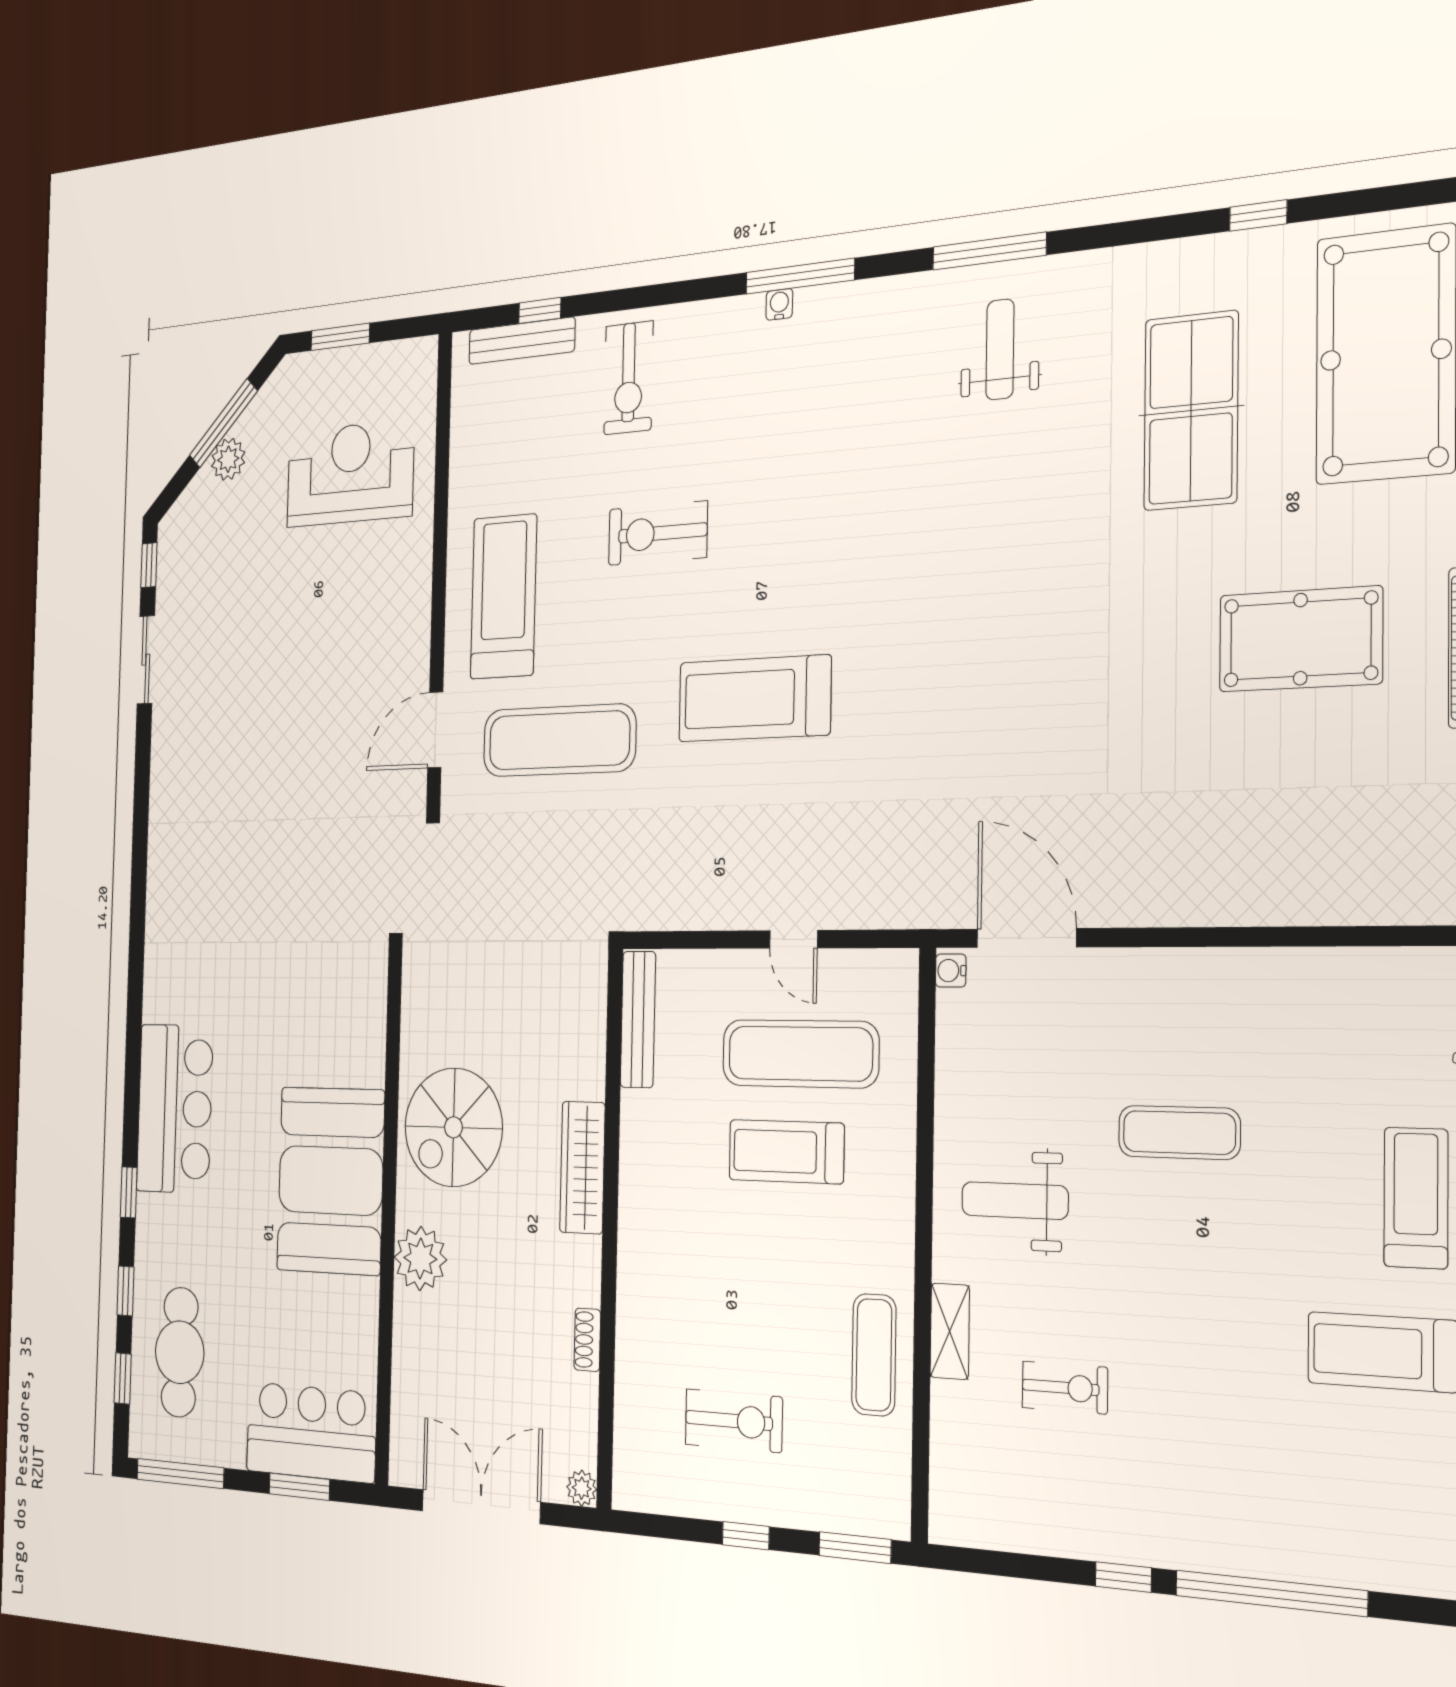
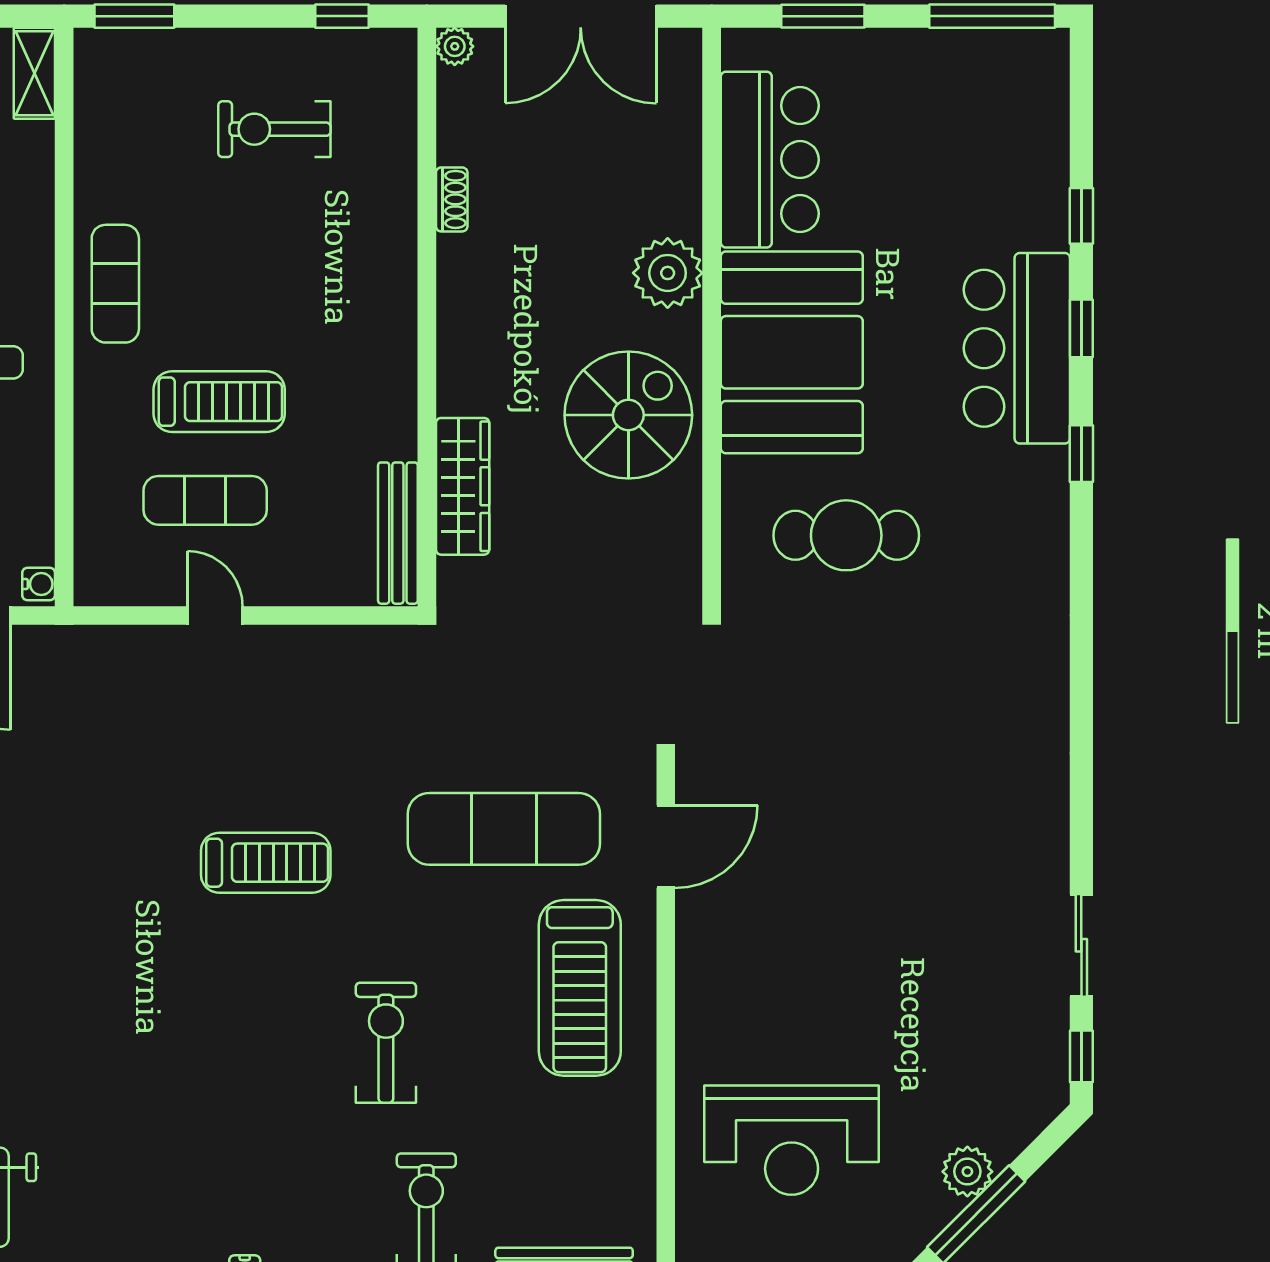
exercise bike: (658, 533) -> (386, 1043), turned -90
treadmill: (754, 699) -> (266, 863), width x0.73, depth x0.73
exercise mat: (800, 1054) -> (205, 500), width x0.73, depth x0.69
bar counter: (175, 1109) -> (1017, 348), moved
wardrobe: (582, 1167) -> (463, 486), moved
shelving: (950, 1331) -> (34, 73), moved
cafe table: (180, 1352) -> (846, 535), moved, turned 90
exercise mat: (874, 1355) -> (115, 284), moved
window: (123, 1379) -> (1081, 454), moved
bar counter: (311, 1432) -> (770, 160), moved, turned -90
window: (746, 1536) -> (342, 16), moved

